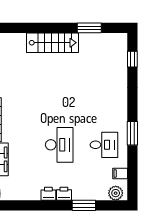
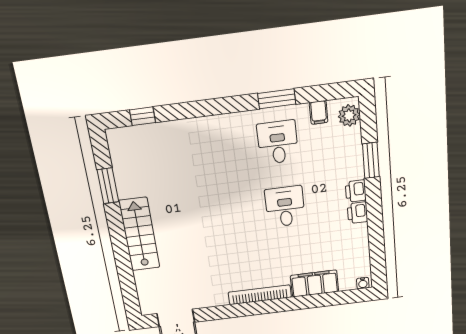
window: (132, 133) -> (277, 99), moved
desk: (59, 145) -> (285, 207), width x0.73

